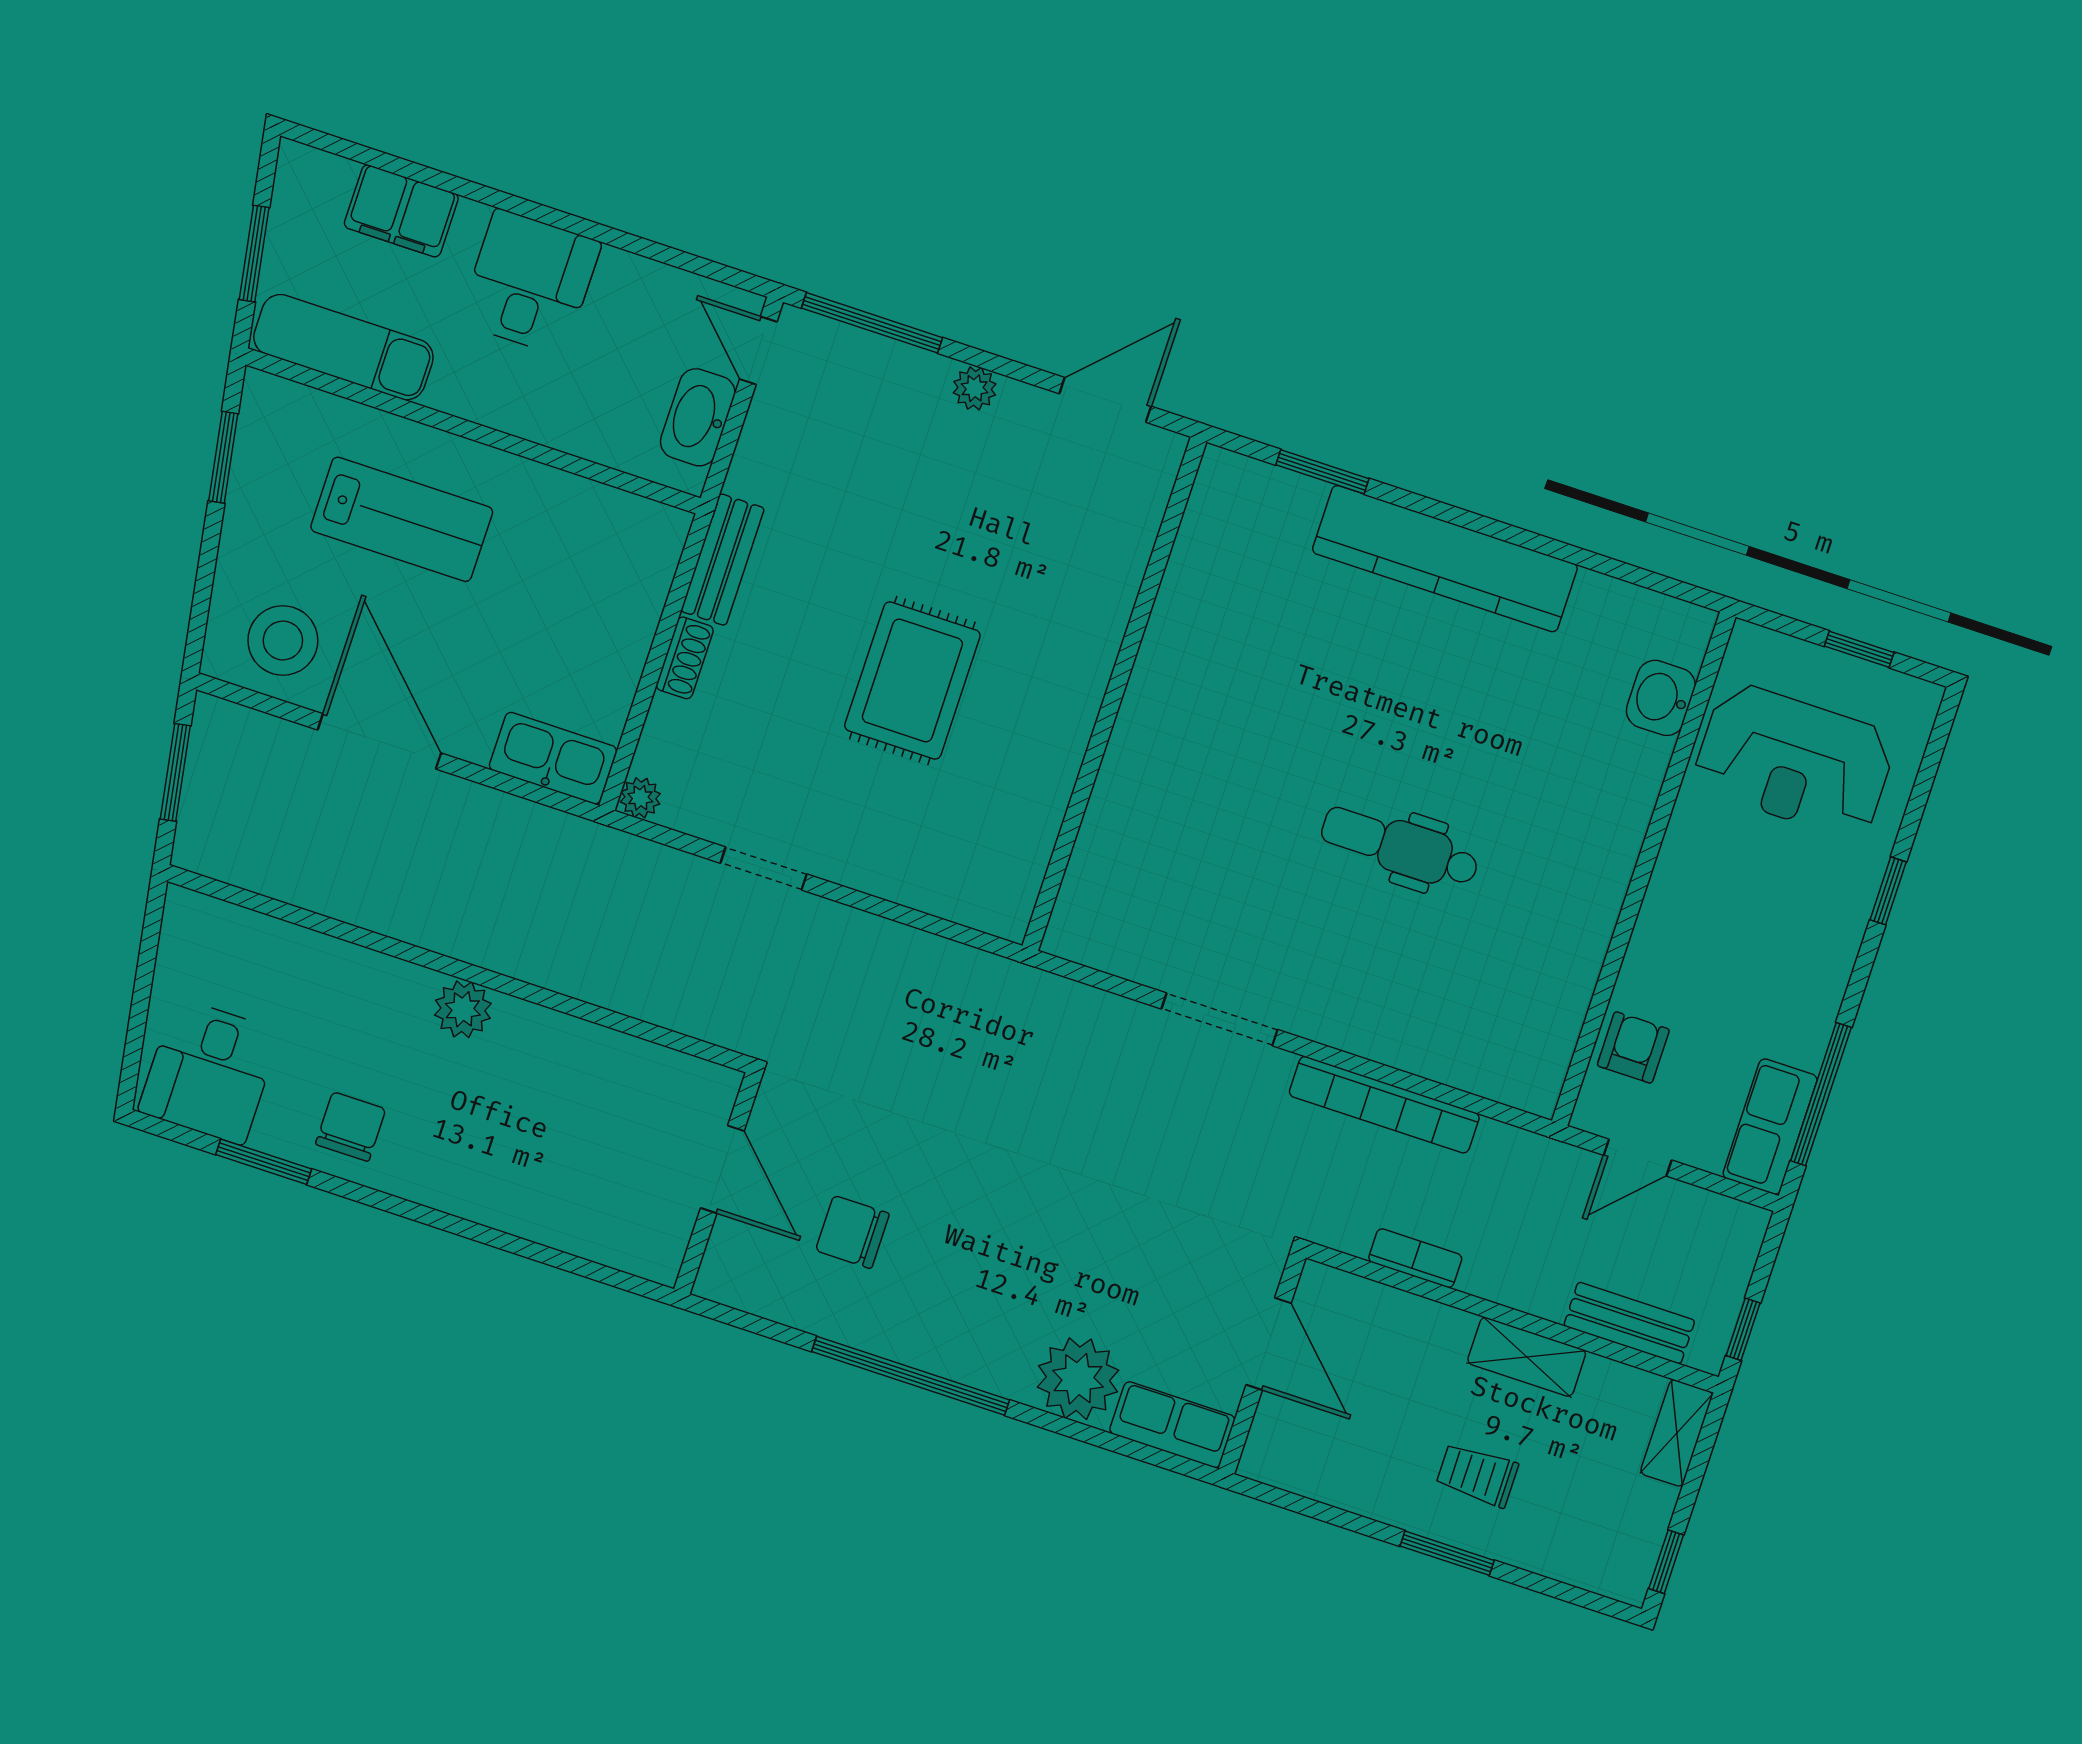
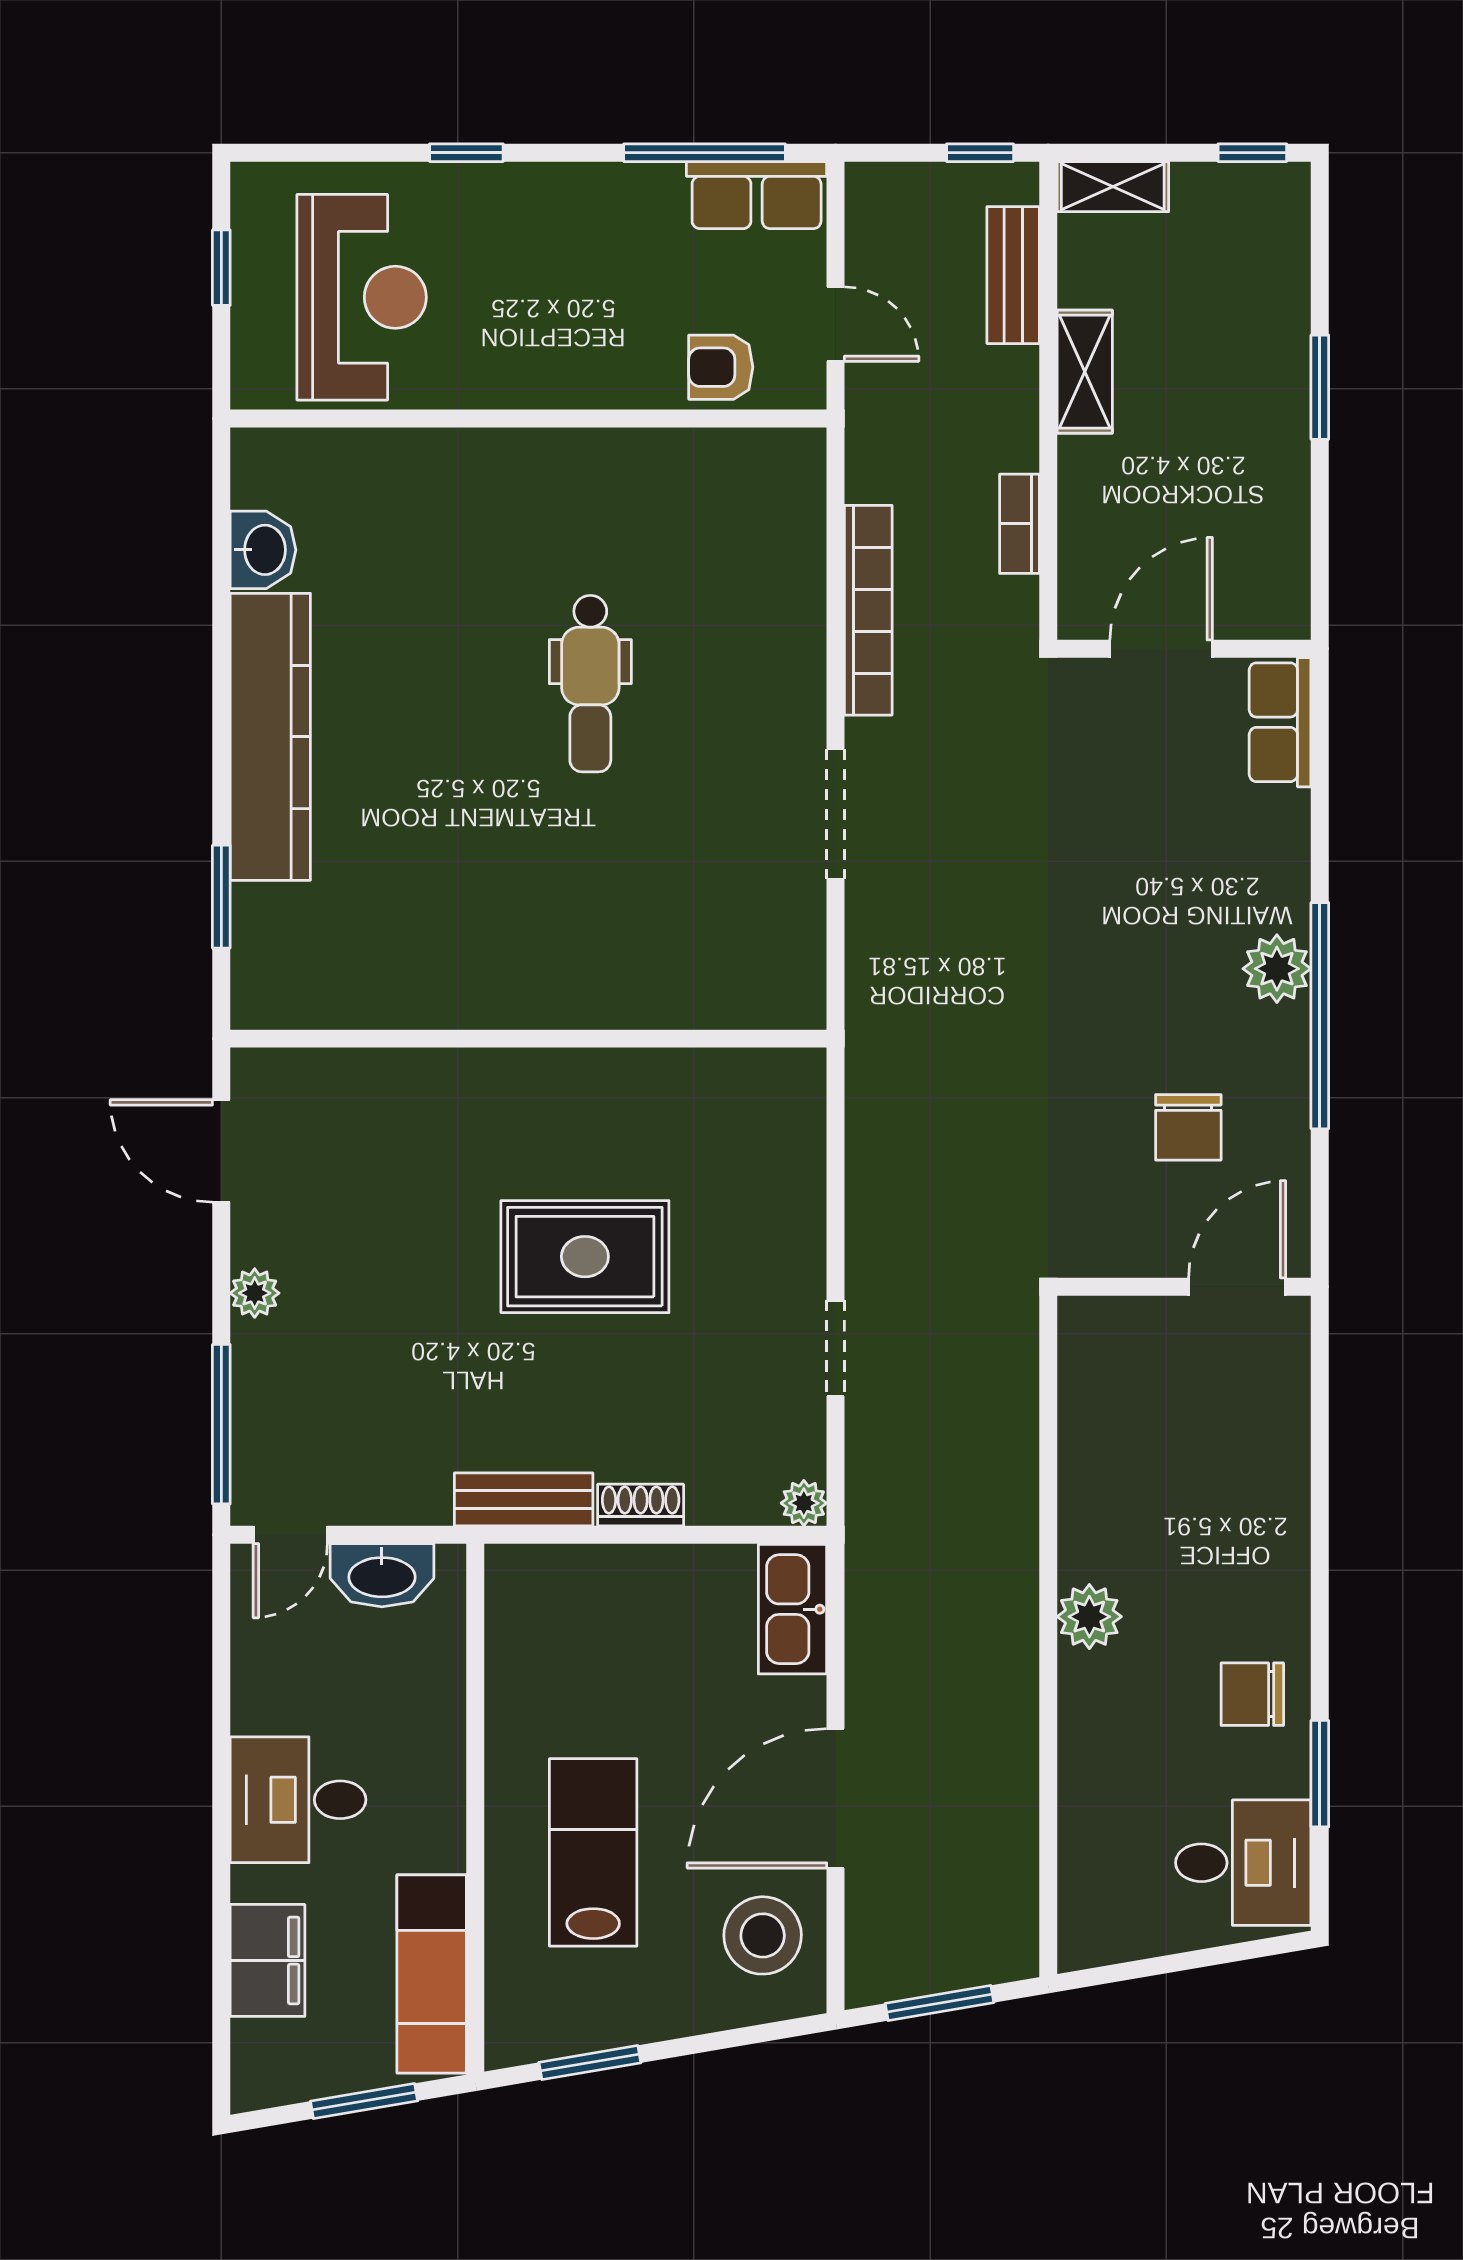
washbasin: (1661, 698) -> (263, 550), moved, turned -90
door: (722, 1169) -> (1237, 1287), moved
plant: (1078, 1379) -> (1277, 969), moved, width x0.73, depth x0.73
trolley: (1477, 1475) -> (1227, 383), removed

